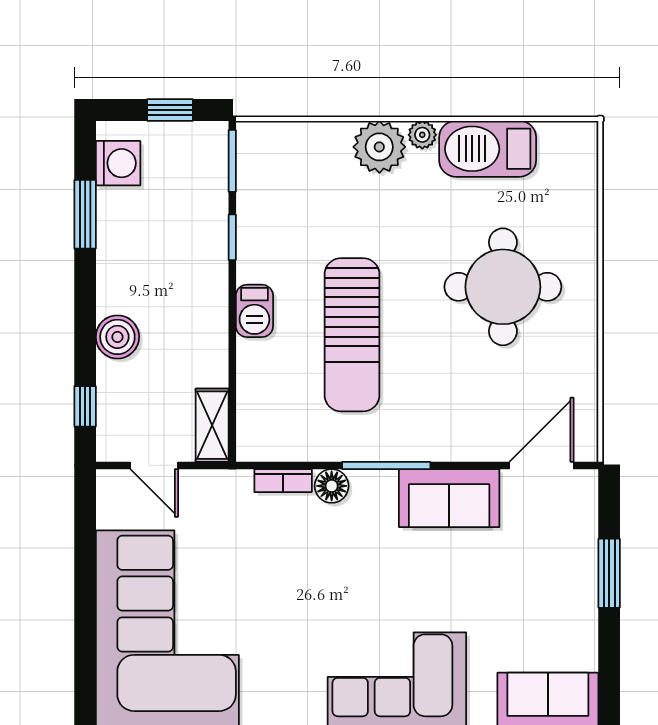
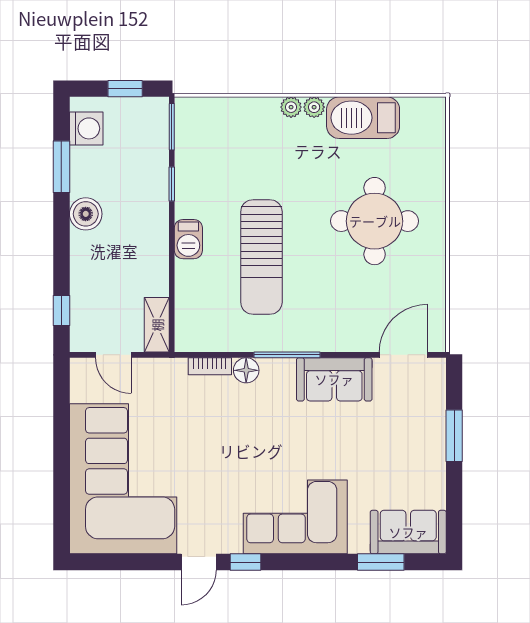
plant: (379, 147) -> (291, 107), width x0.53, depth x0.53
boiler: (117, 337) -> (86, 214), moved

